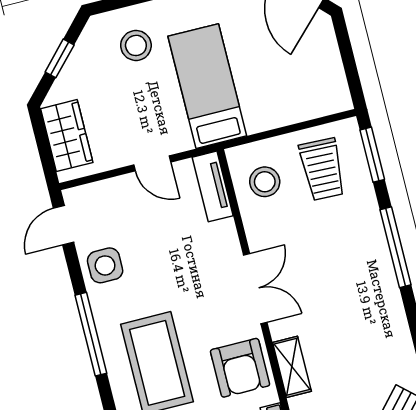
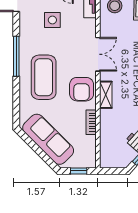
side table: (105, 265) -> (52, 20), moved

